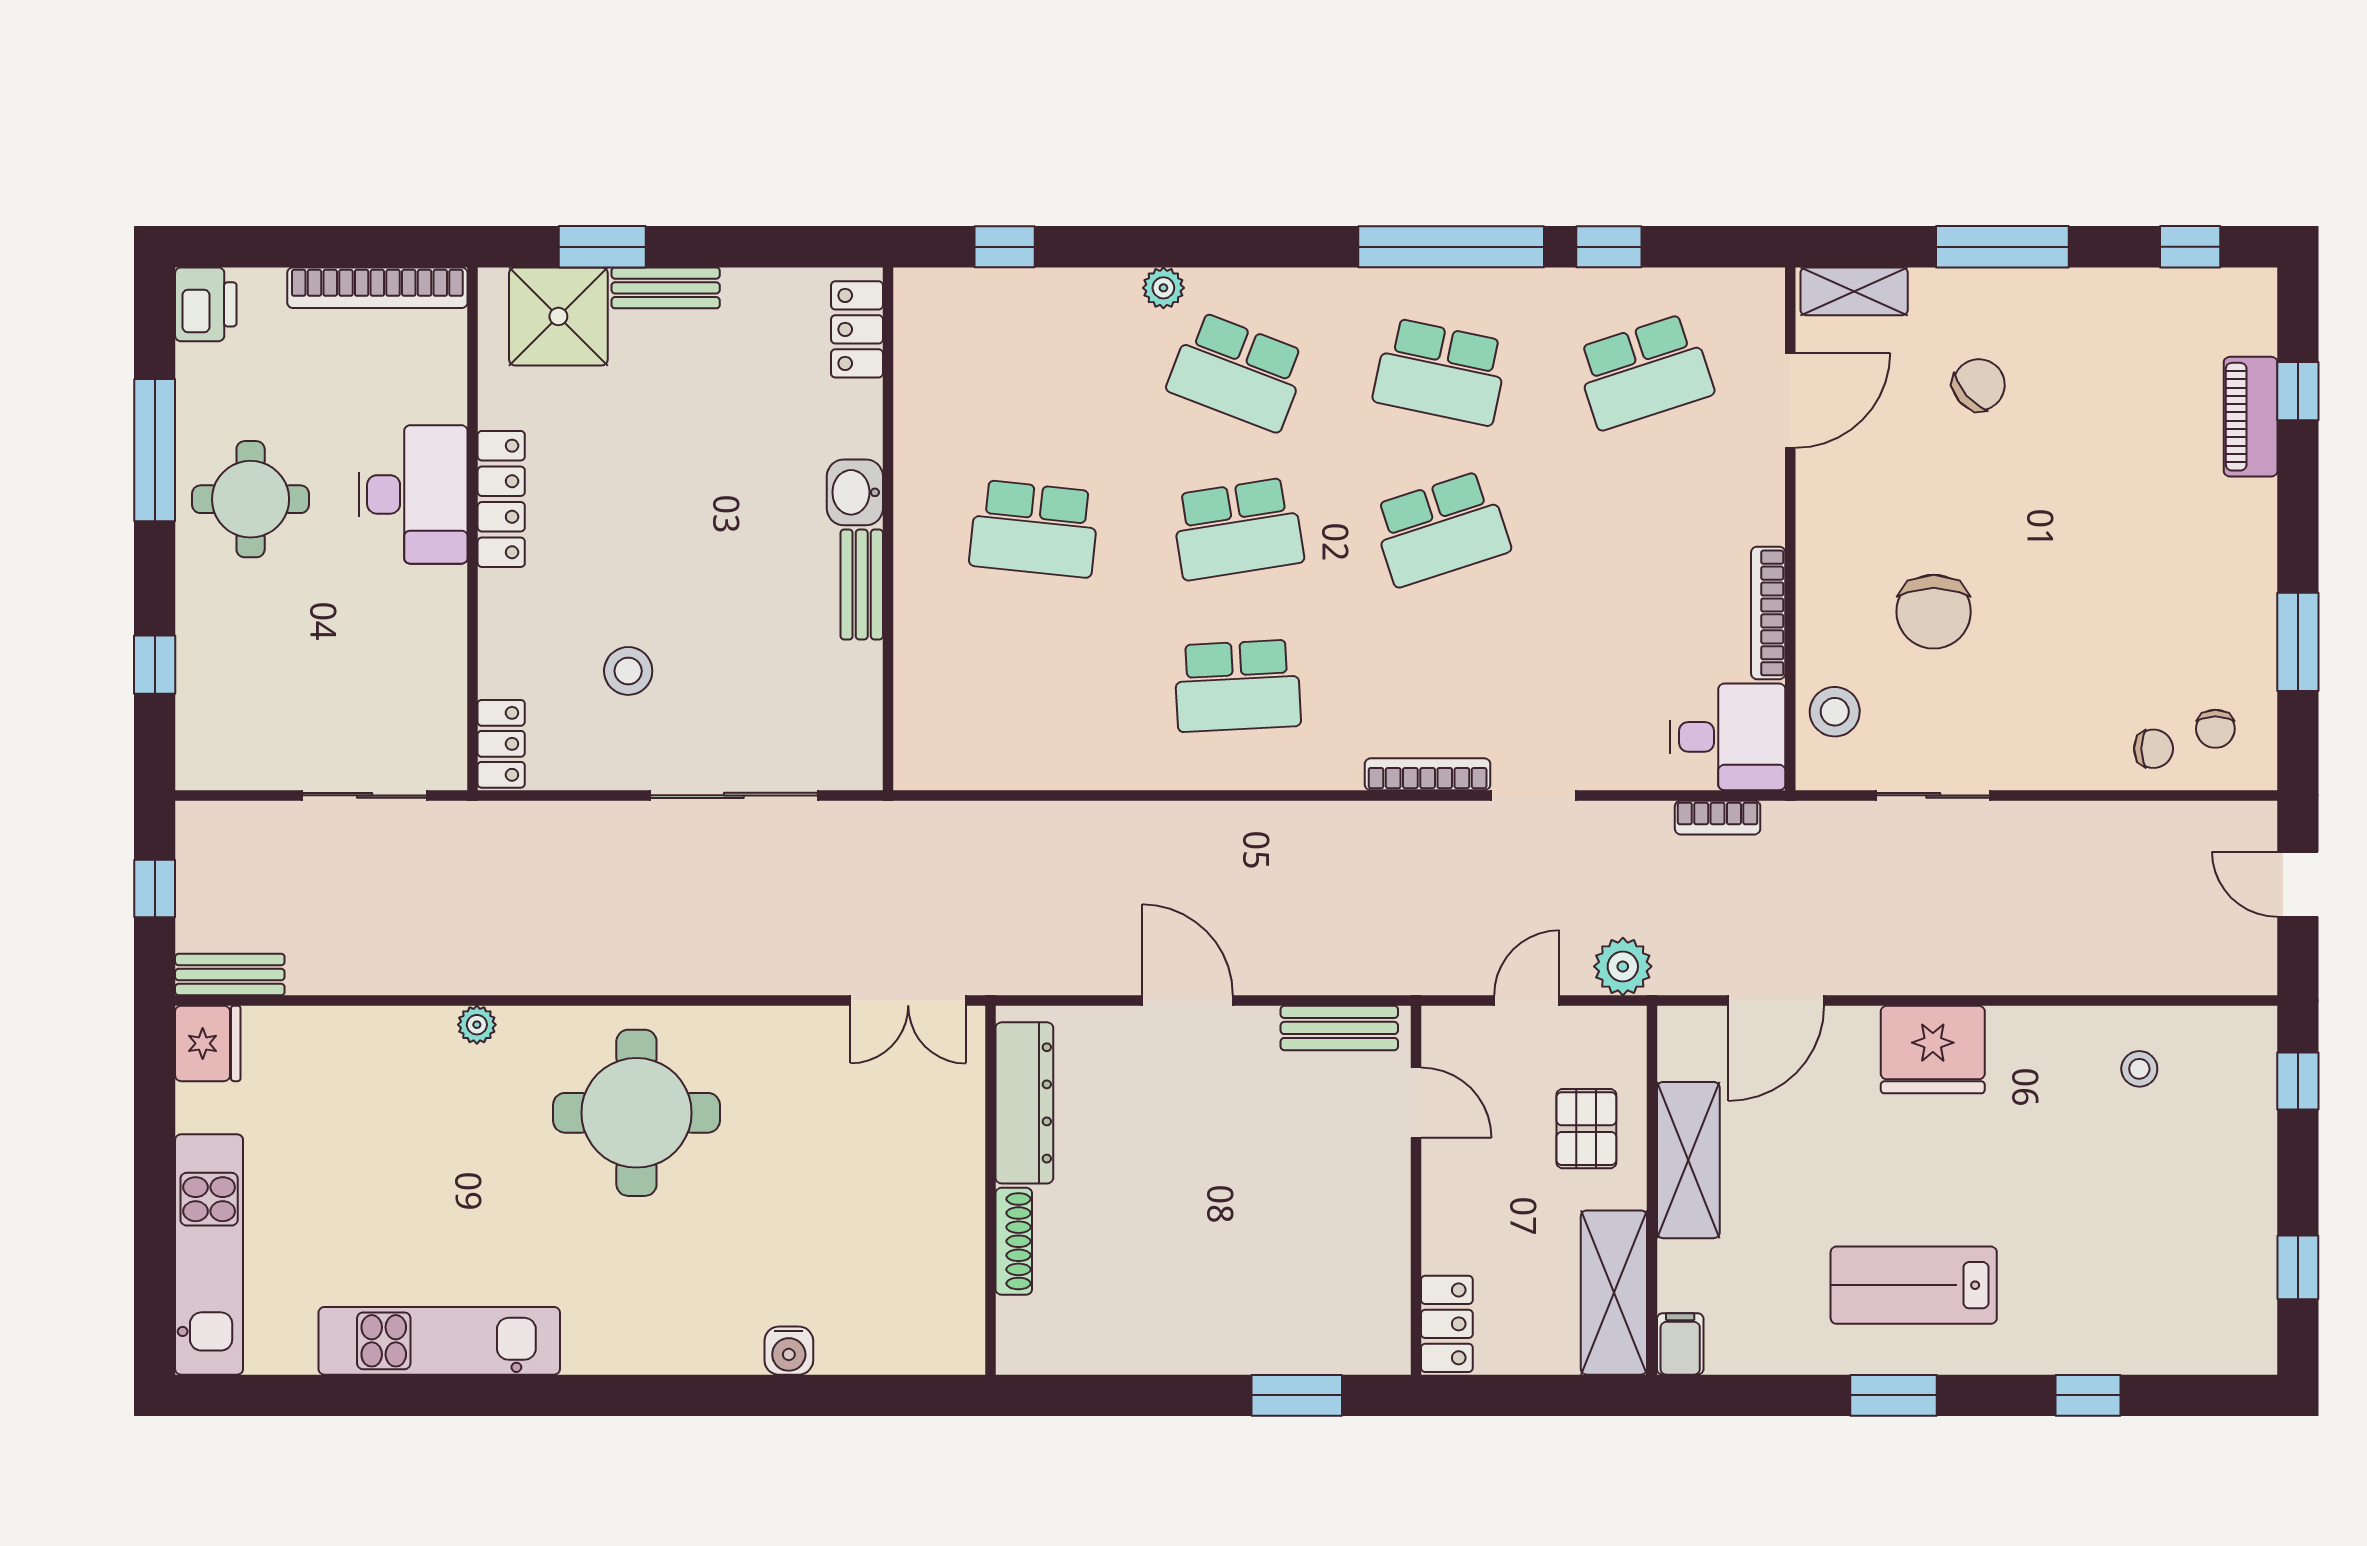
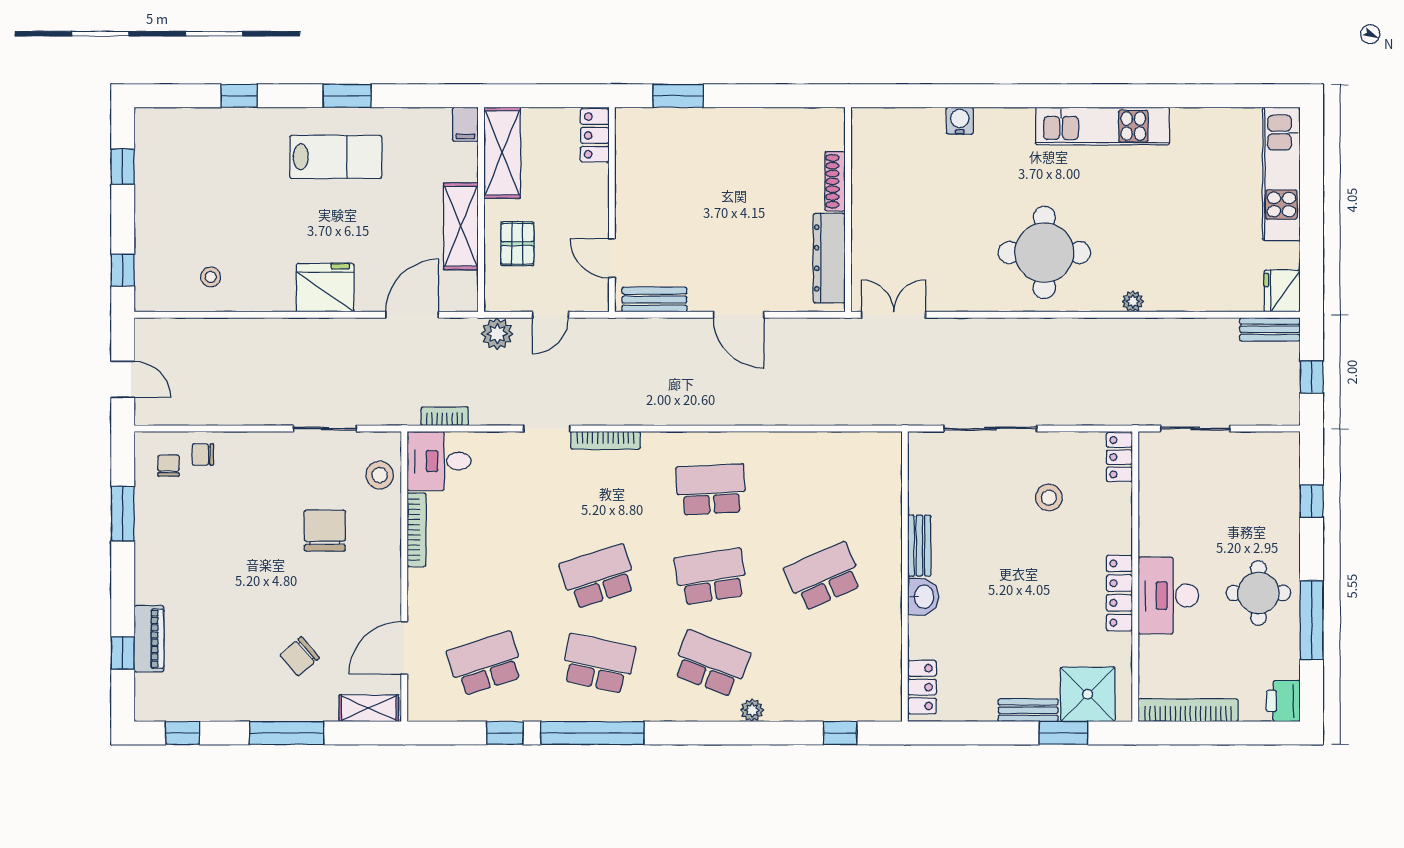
school desk: (1034, 529) -> (824, 576), turned -30
kitchen unit: (439, 1341) -> (1102, 126), moved

